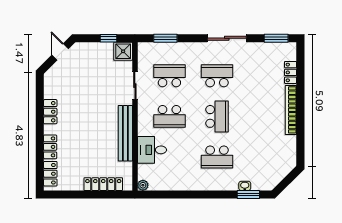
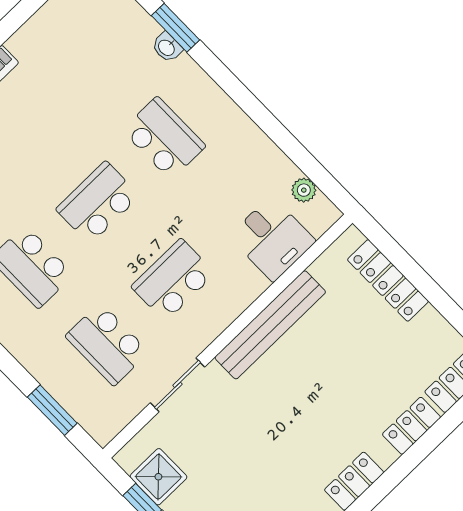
shower: (123, 51) -> (158, 477), moved
school desk: (169, 116) -> (173, 280), turned -90
desk: (152, 150) -> (272, 239), moved
plant: (143, 185) -> (304, 190), moved

